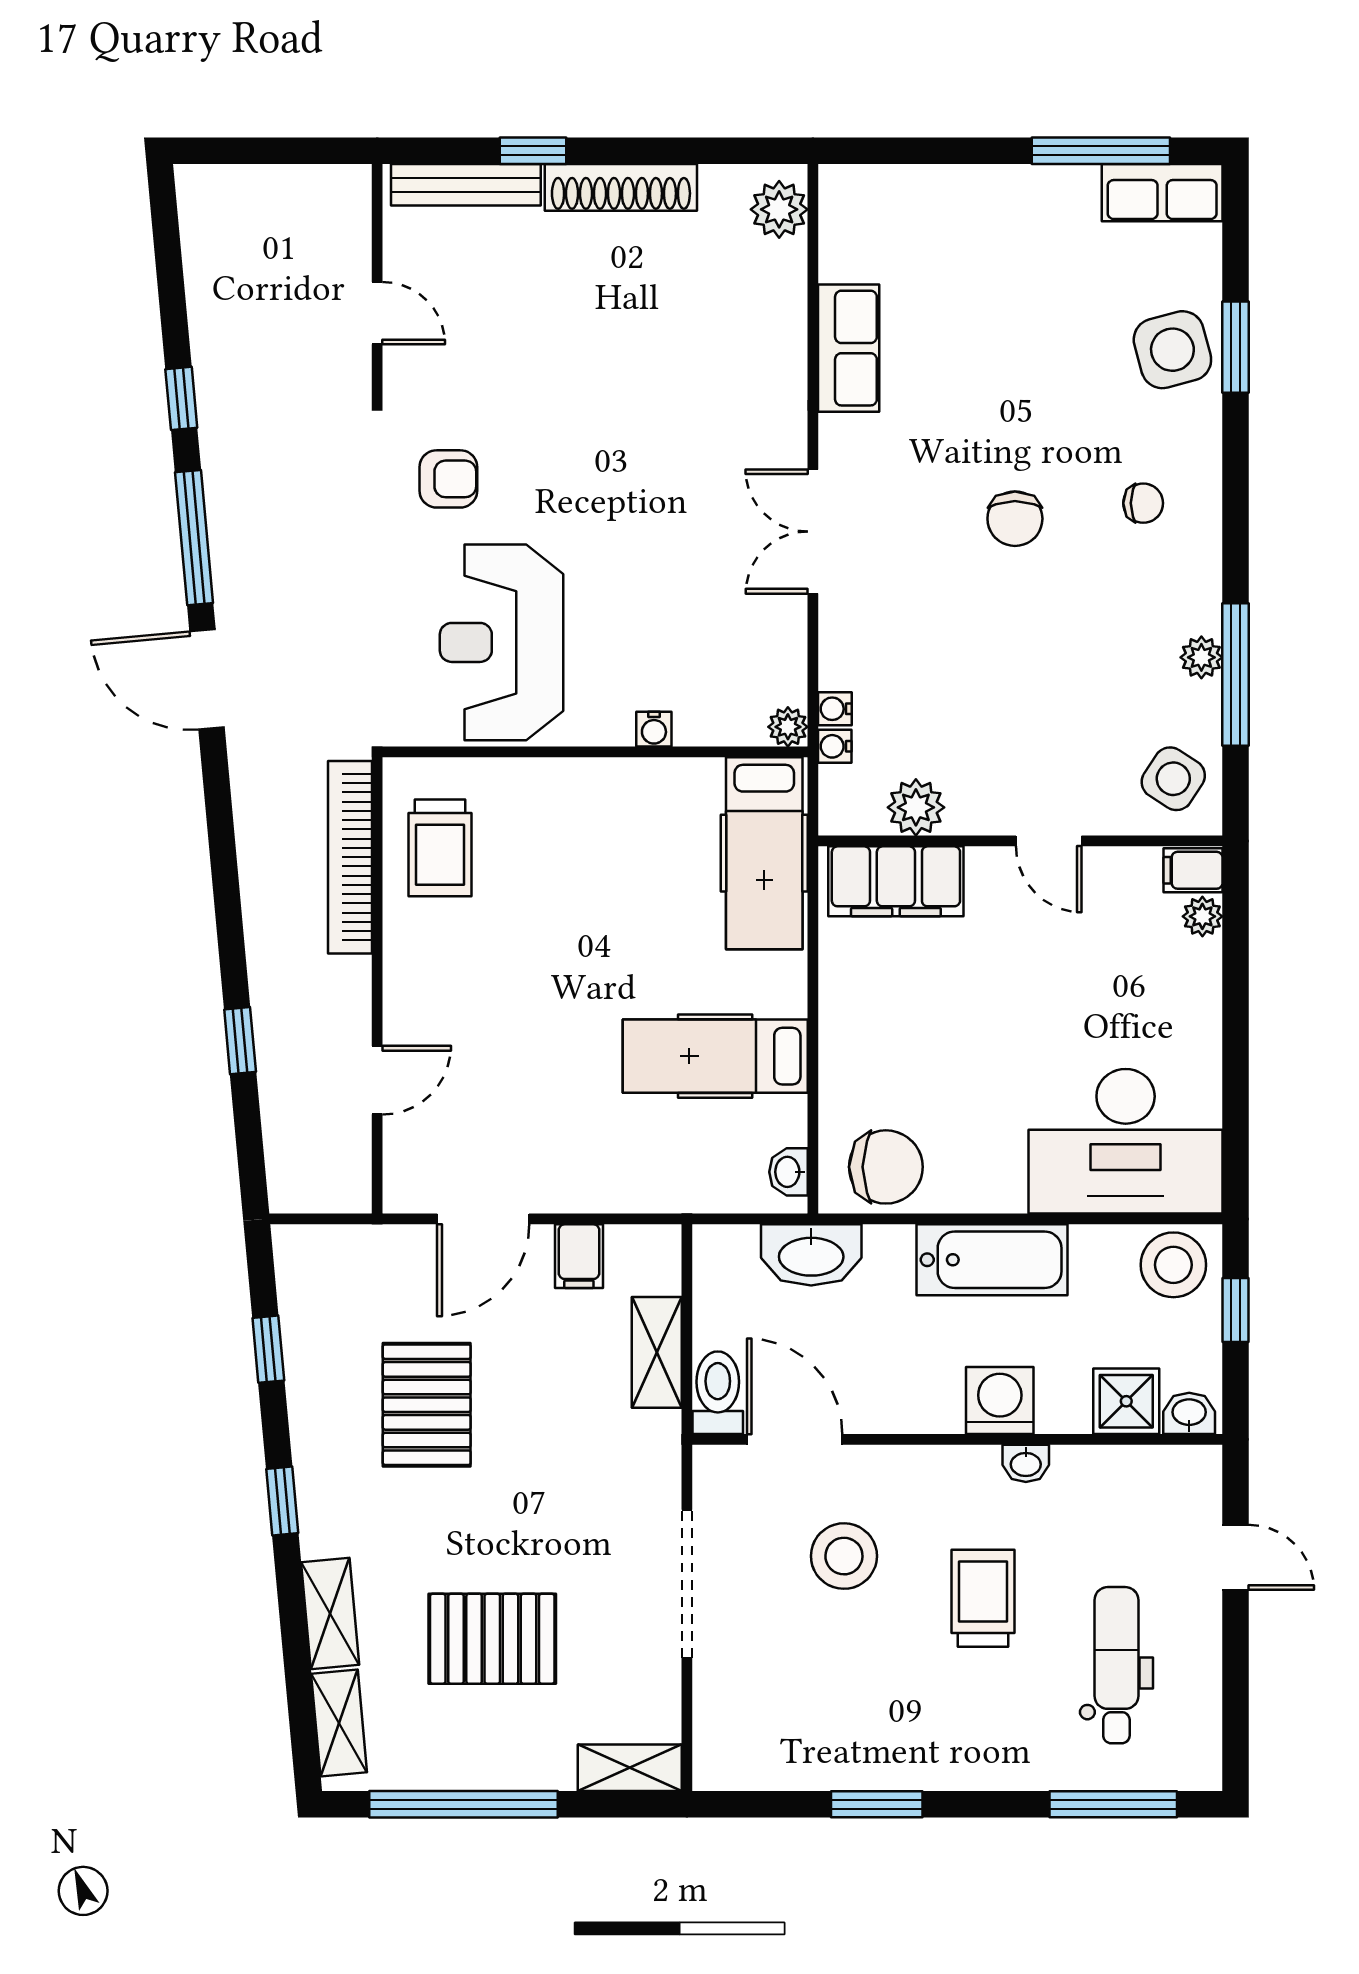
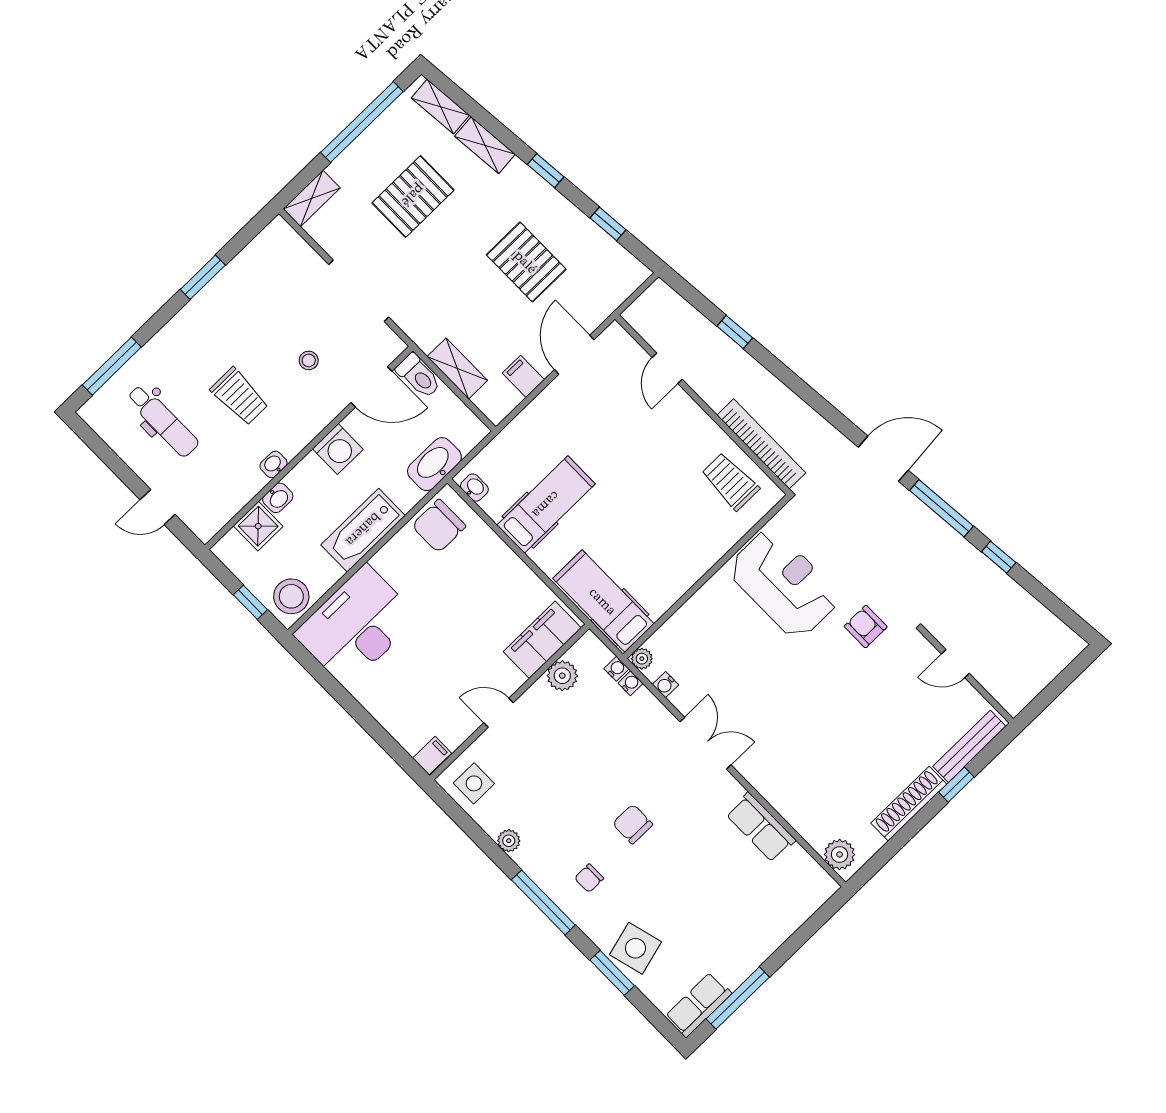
armchair: (448, 479) -> (866, 627), turned 90
window: (1235, 675) -> (543, 902), moved
water cooler: (654, 729) -> (666, 685), moved, turned -90
side table: (1173, 779) -> (474, 783), turned -33
plant: (1202, 916) -> (411, 741), removed
washing machine: (1000, 1401) -> (338, 449), moved
washbasin: (1189, 1413) -> (278, 498), moved
stool: (844, 1556) -> (309, 360), width x0.53, depth x0.53

